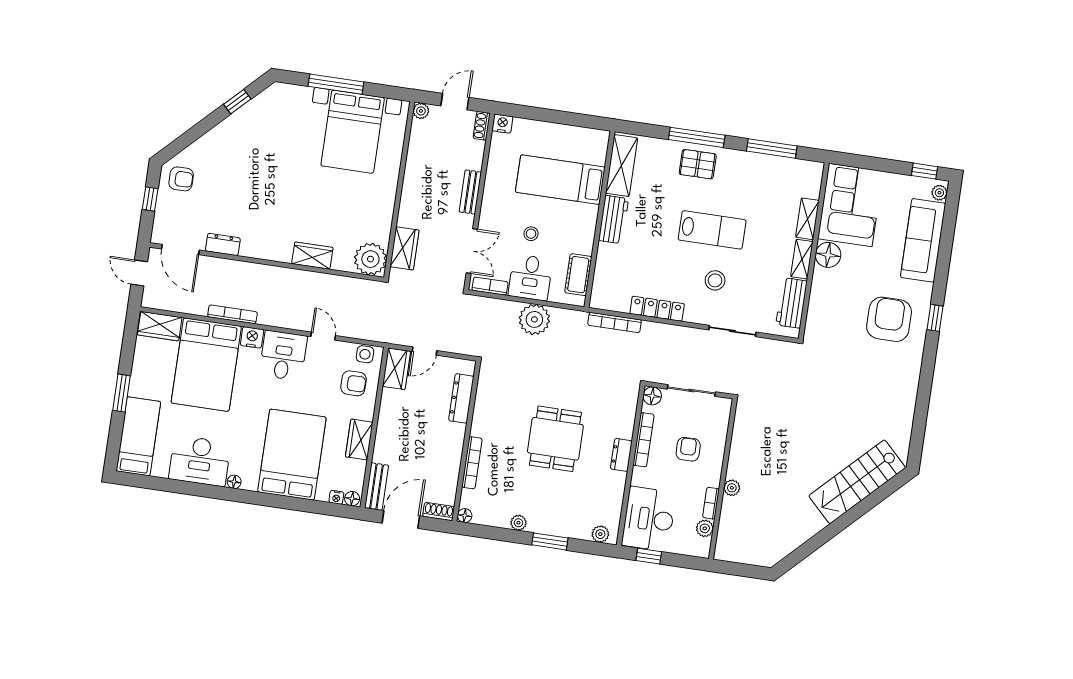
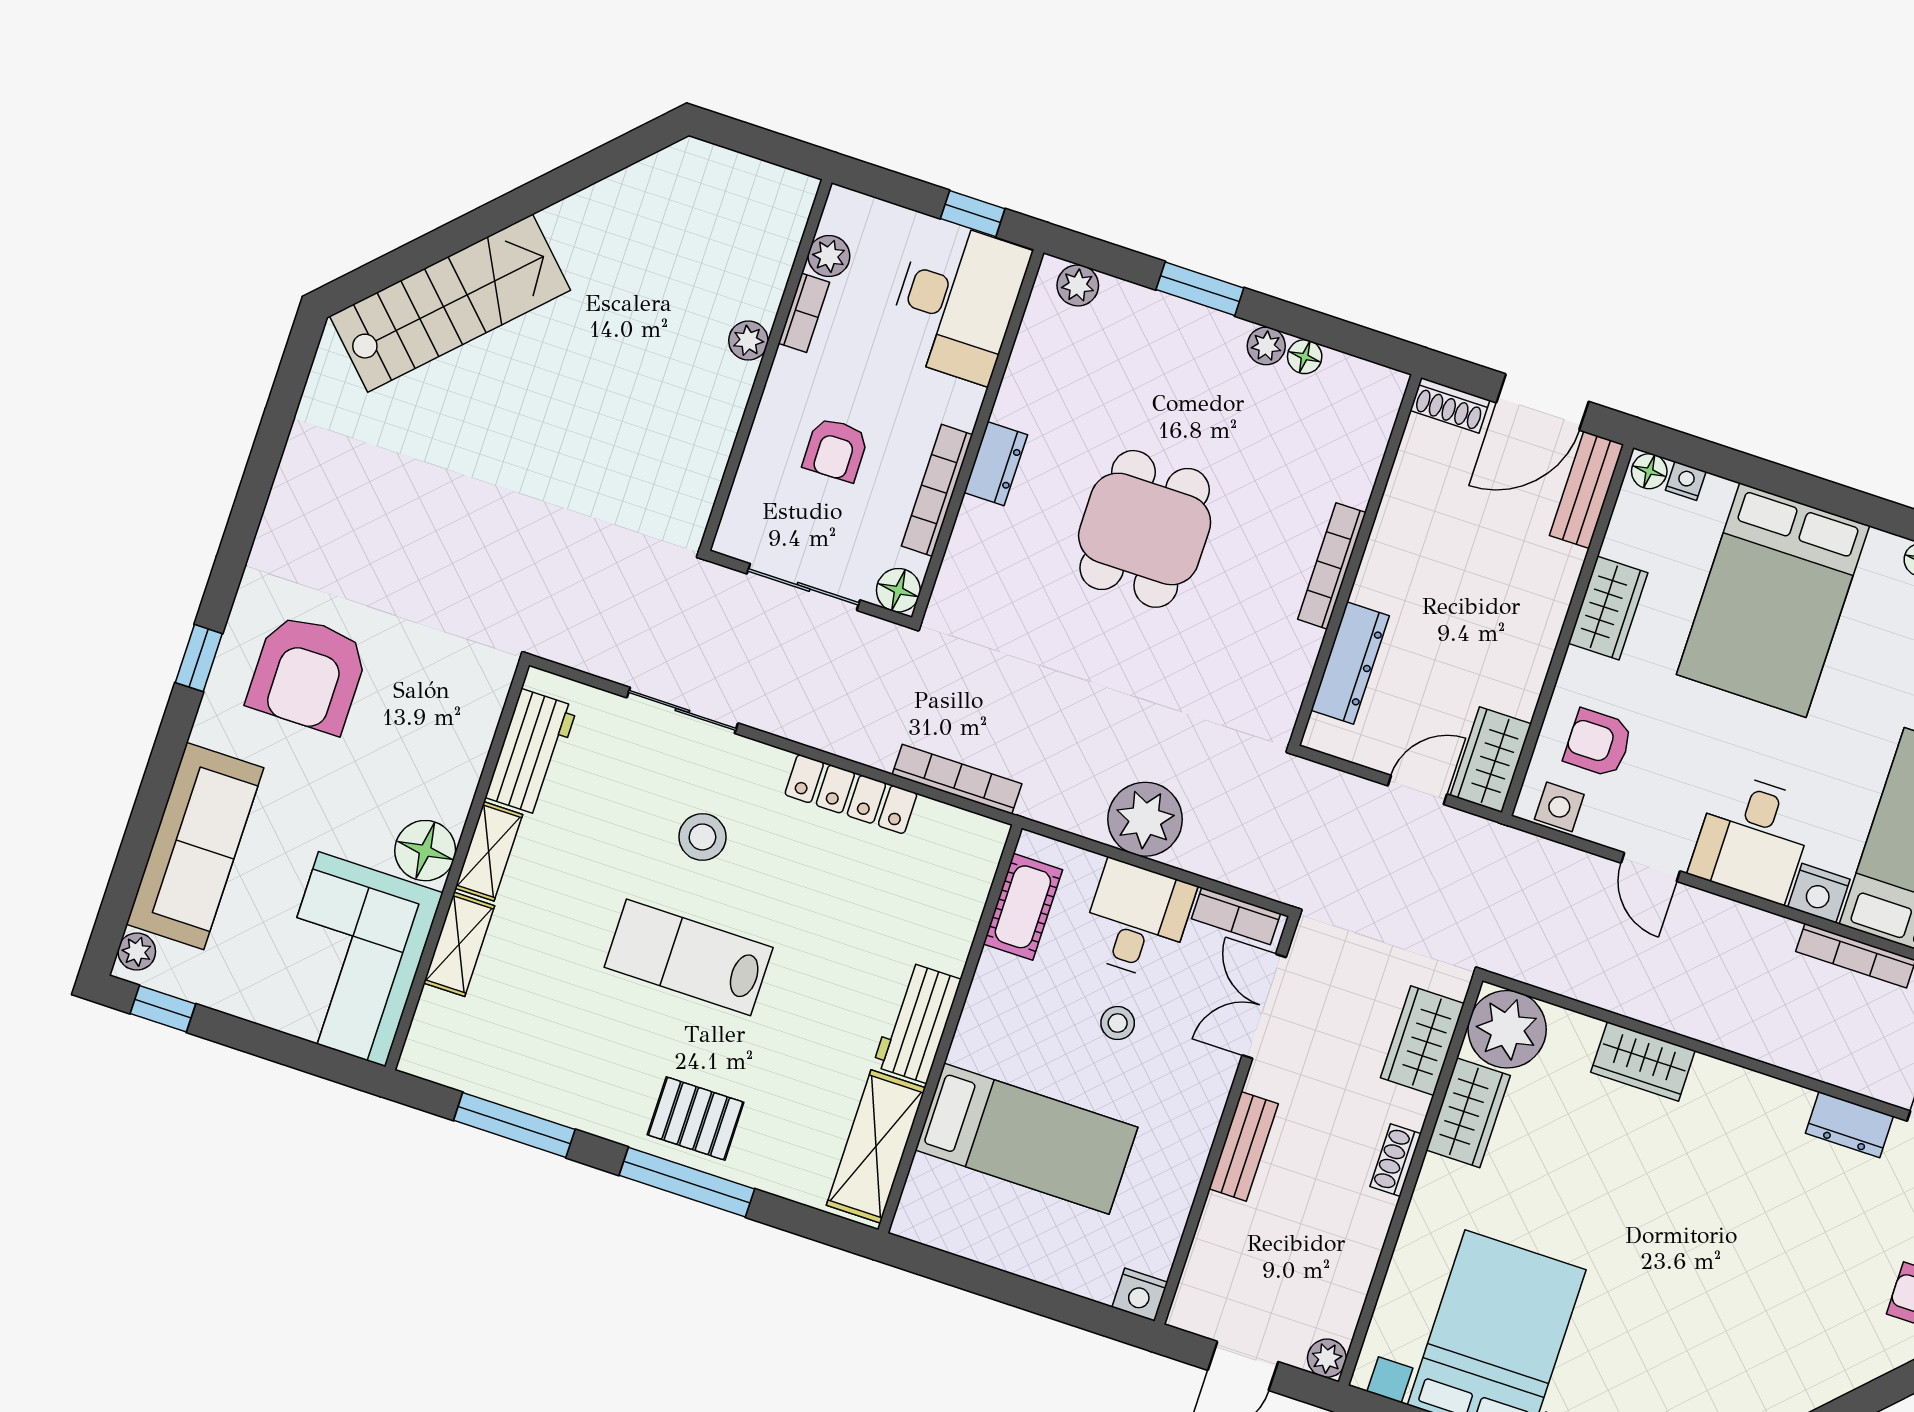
shoe rack: (482, 126) -> (1396, 1160), moved, turned 180
wardrobe: (380, 222) -> (1468, 1113), added
bookcase: (472, 463) -> (1332, 566), moved
floor lamp: (465, 516) -> (1305, 357), moved

